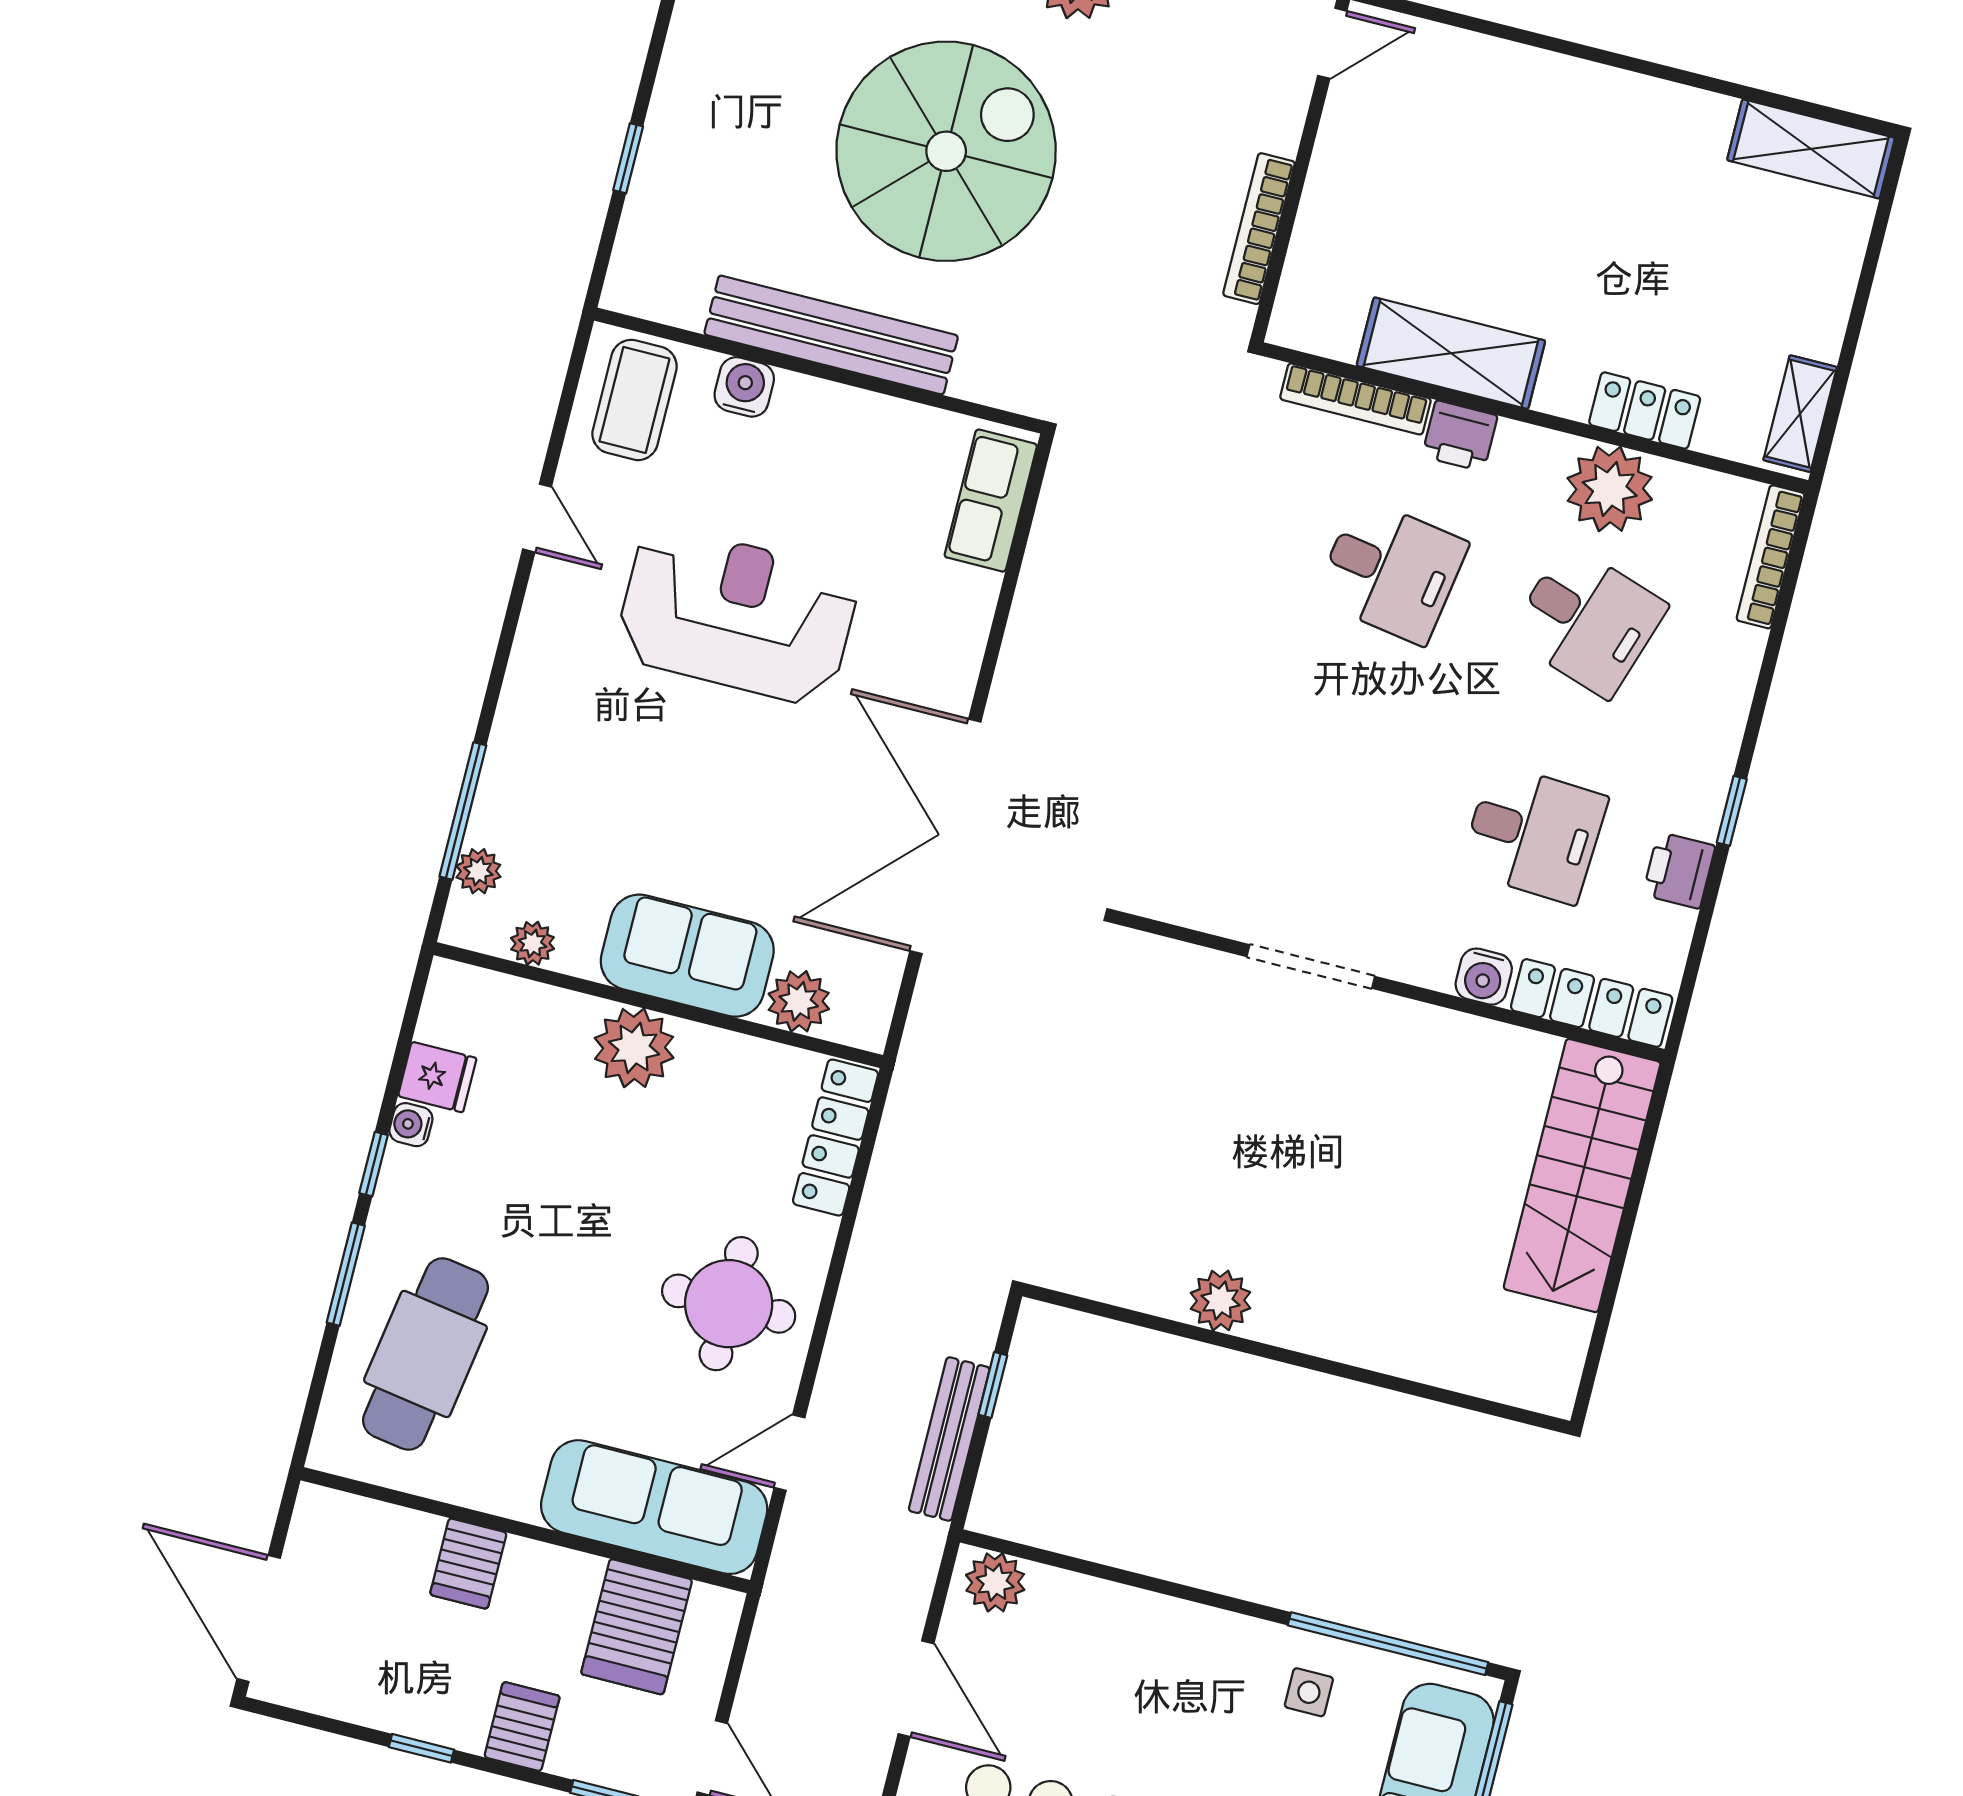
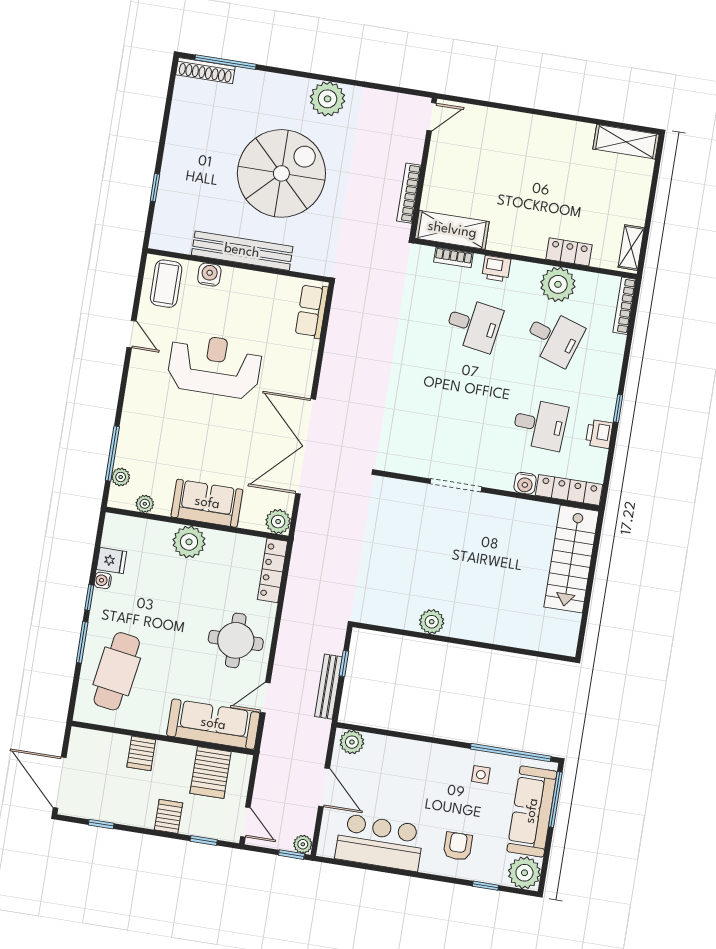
shelving: (1451, 353) -> (452, 230), moved
bookcase: (1355, 399) -> (453, 258), width x0.64
plant: (799, 1001) -> (278, 522), moved
window: (421, 1748) -> (101, 824), moved

